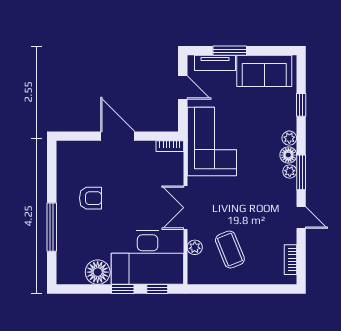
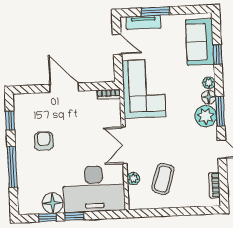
sofa: (264, 71) -> (200, 42), moved, turned 90
plant: (290, 171) -> (206, 116), width x1.88, depth x1.88
window: (52, 172) -> (10, 120), added
armchair: (90, 198) -> (44, 141), turned -90
coffee table: (230, 250) -> (163, 179), turned 39
window: (157, 289) -> (48, 218), moved

